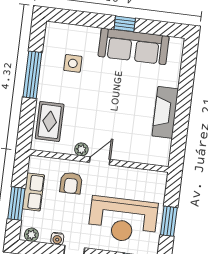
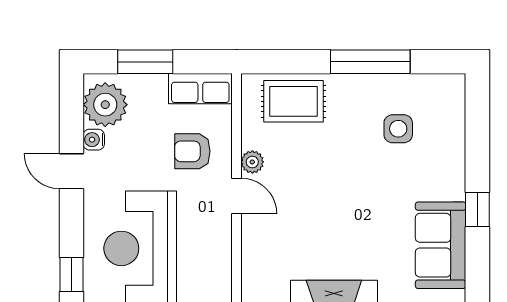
sofa: (134, 46) -> (441, 245), width x0.73
row of seats: (33, 192) -> (200, 89), moved
plant: (31, 235) -> (105, 105), width x1.88, depth x1.88

